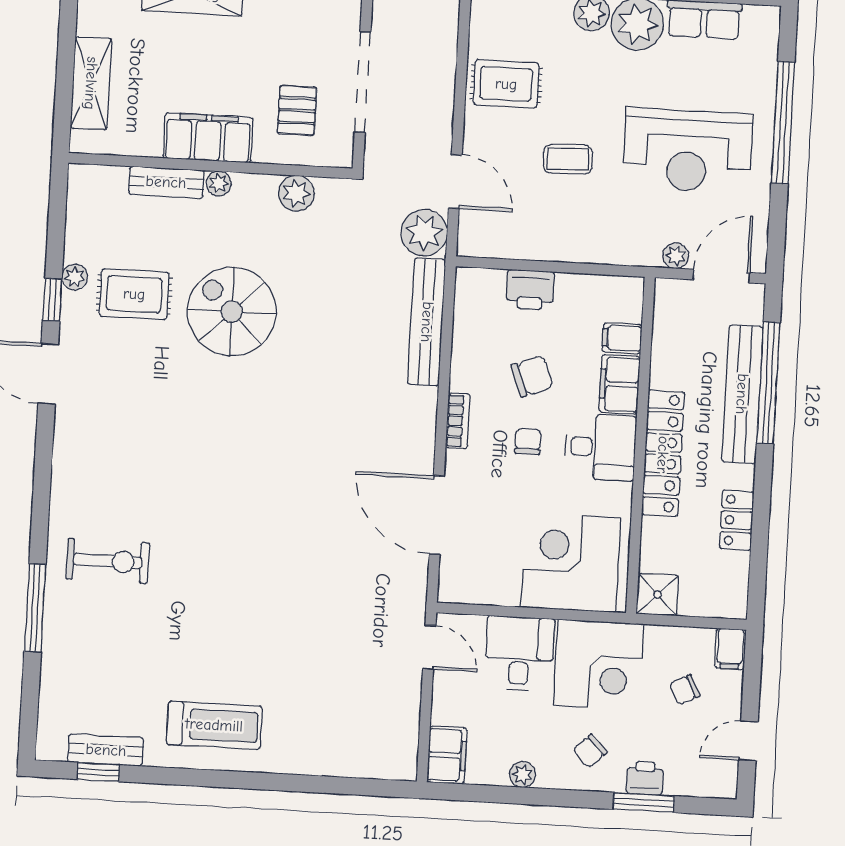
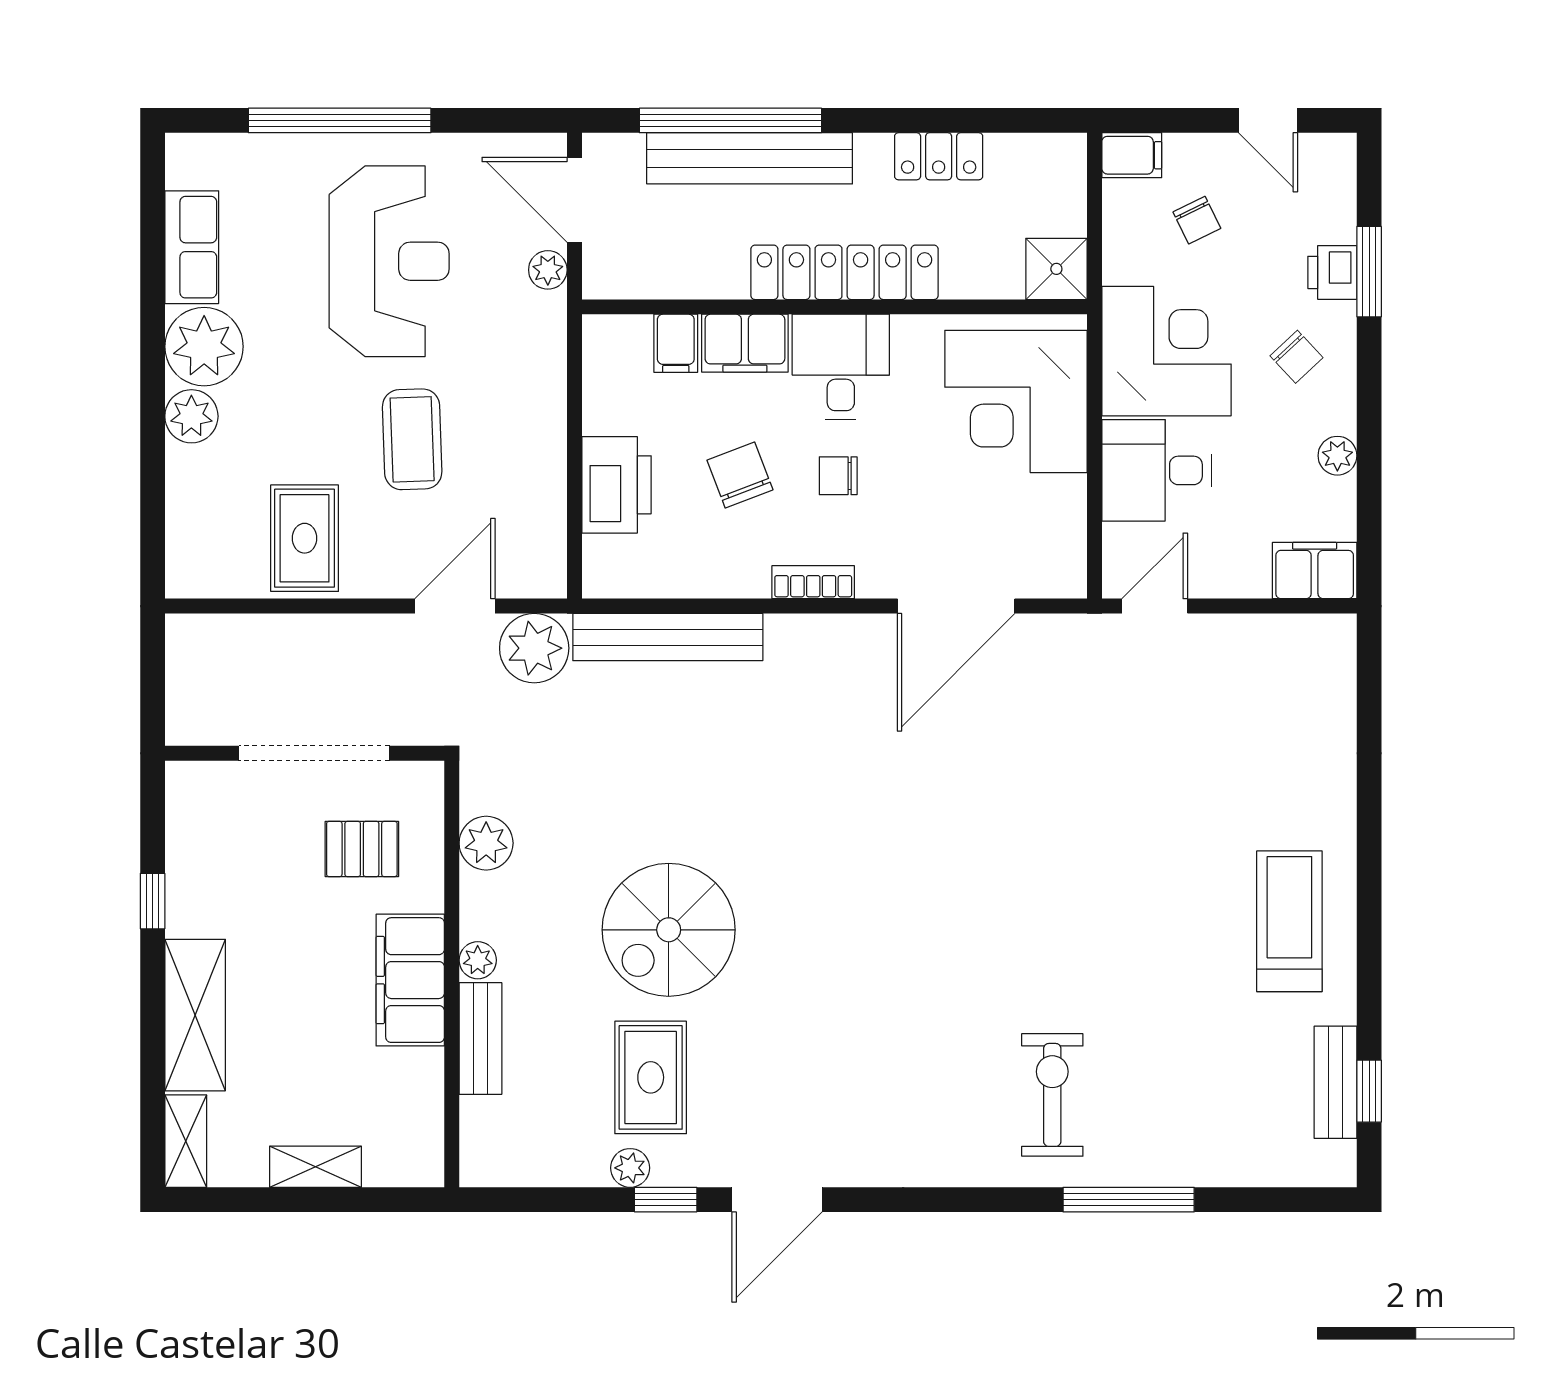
shelving: (91, 83) -> (315, 1167), width x0.67, depth x0.75
coffee table: (568, 159) -> (412, 439), width x1.36, depth x1.30
printer: (530, 290) -> (616, 485), width x1.37, depth x1.19

